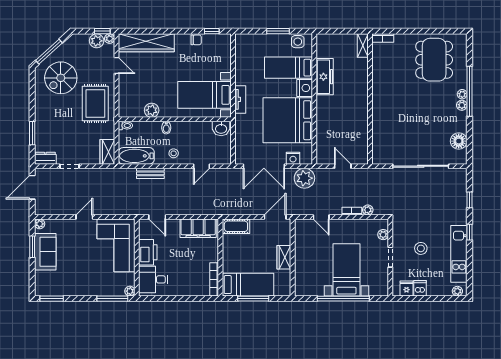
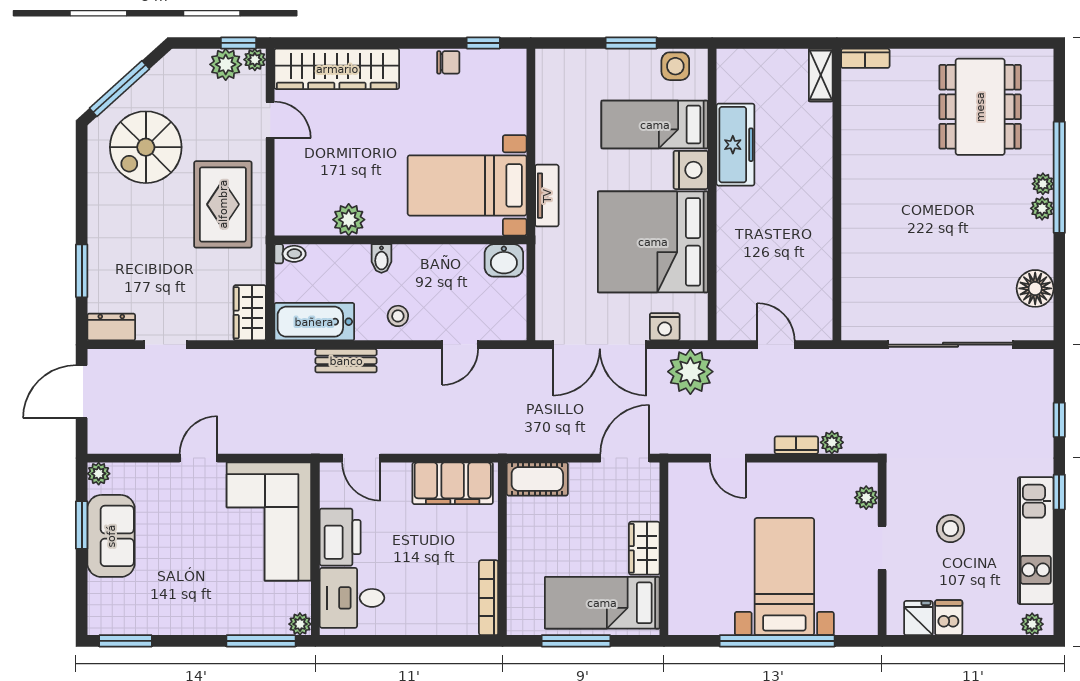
bed: (248, 285) -> (602, 603), moved, turned 180

